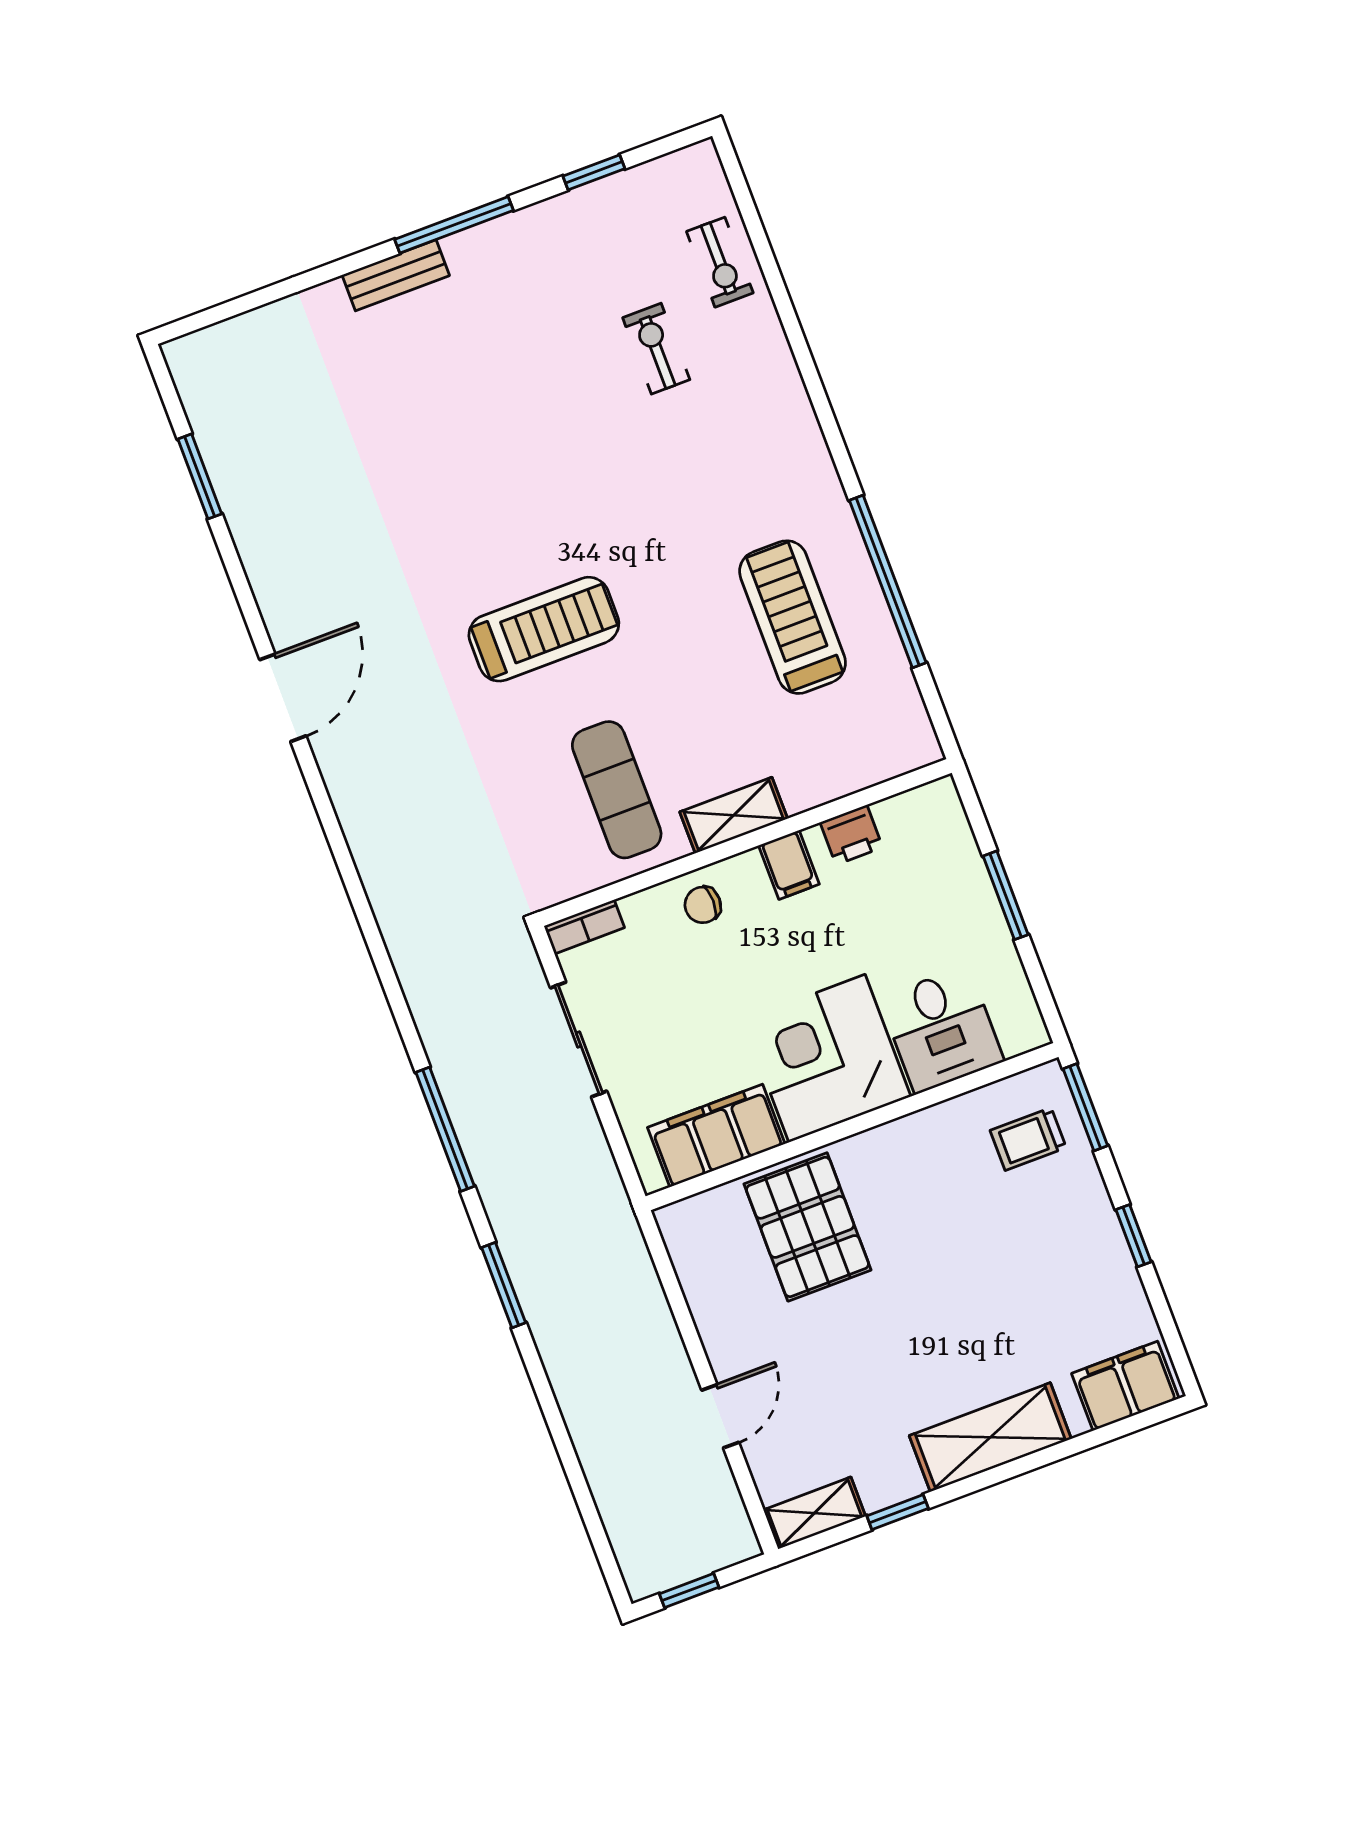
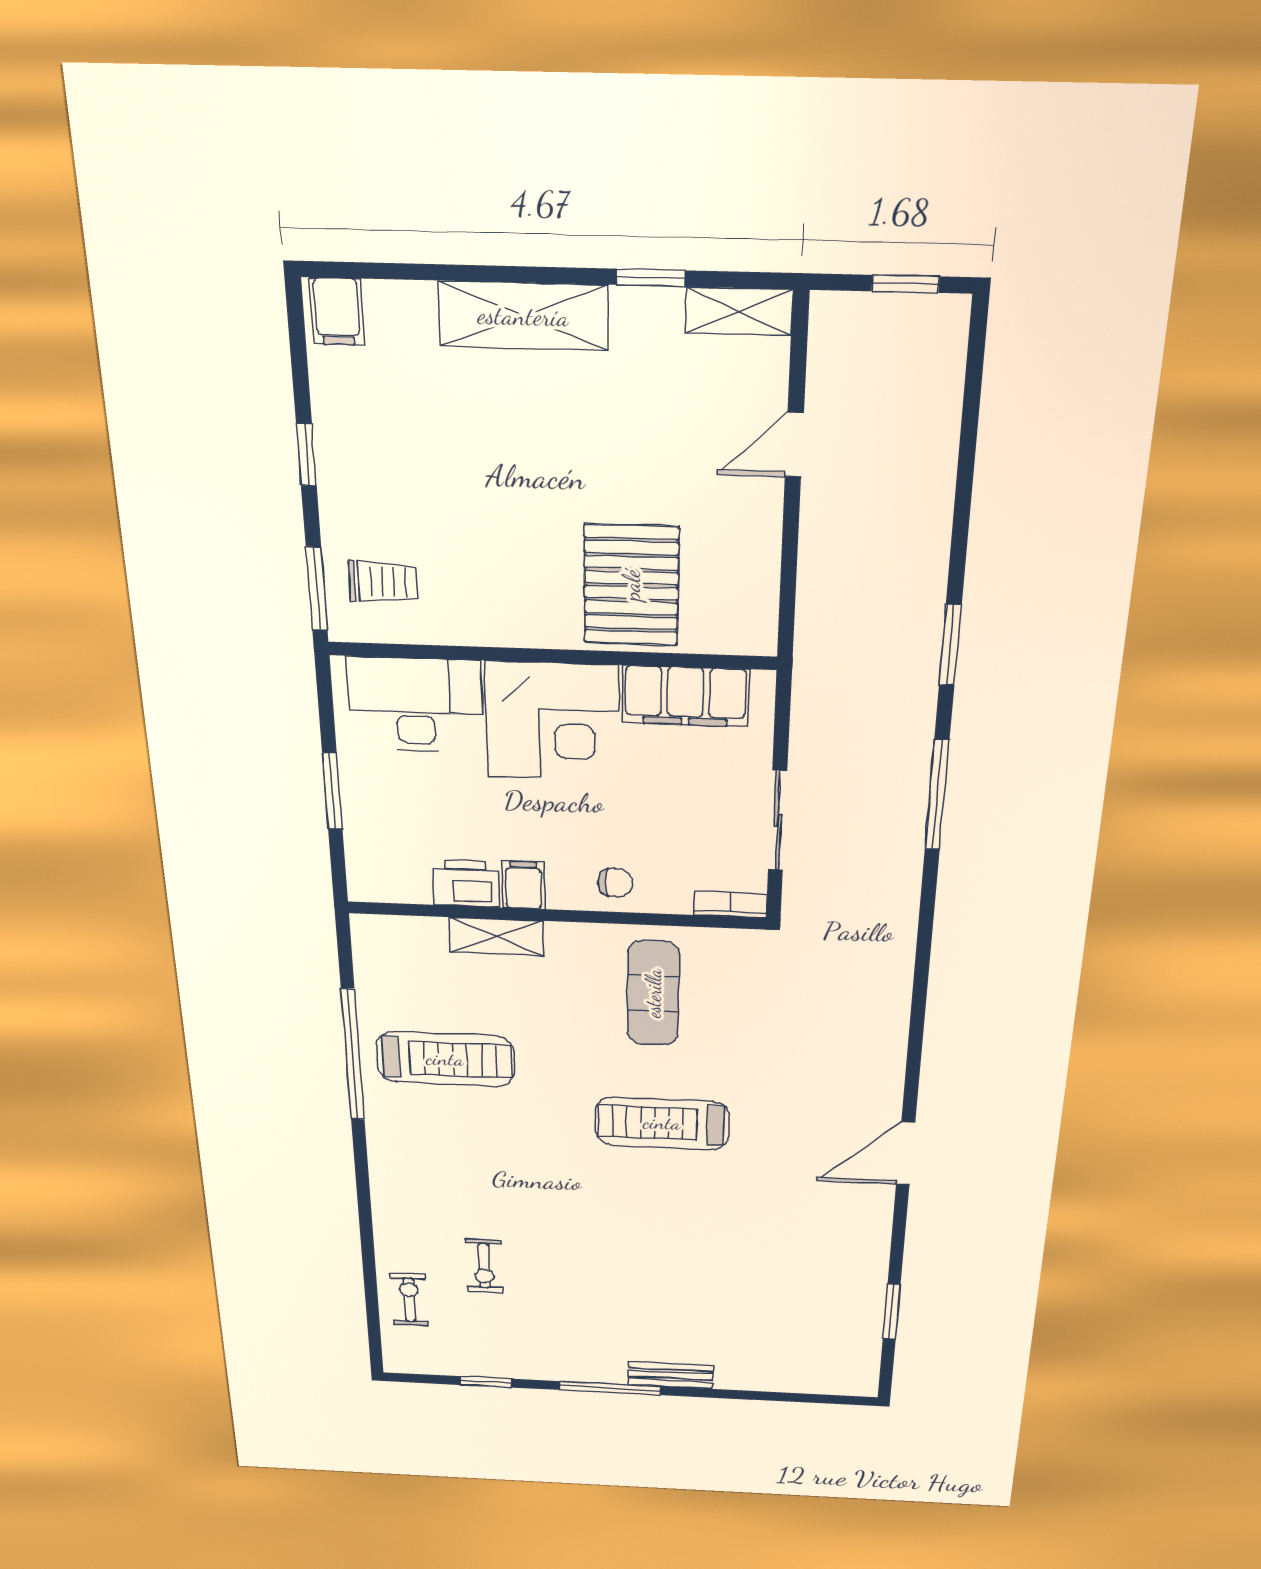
treadmill: (793, 617) -> (445, 1059), turned -90
shelving: (734, 815) -> (497, 936), moved
printer: (851, 835) -> (466, 883), width x1.36, depth x1.24
desk: (942, 1030) -> (415, 705), width x1.37
filing cabinet: (1125, 1386) -> (337, 312), width x0.50

